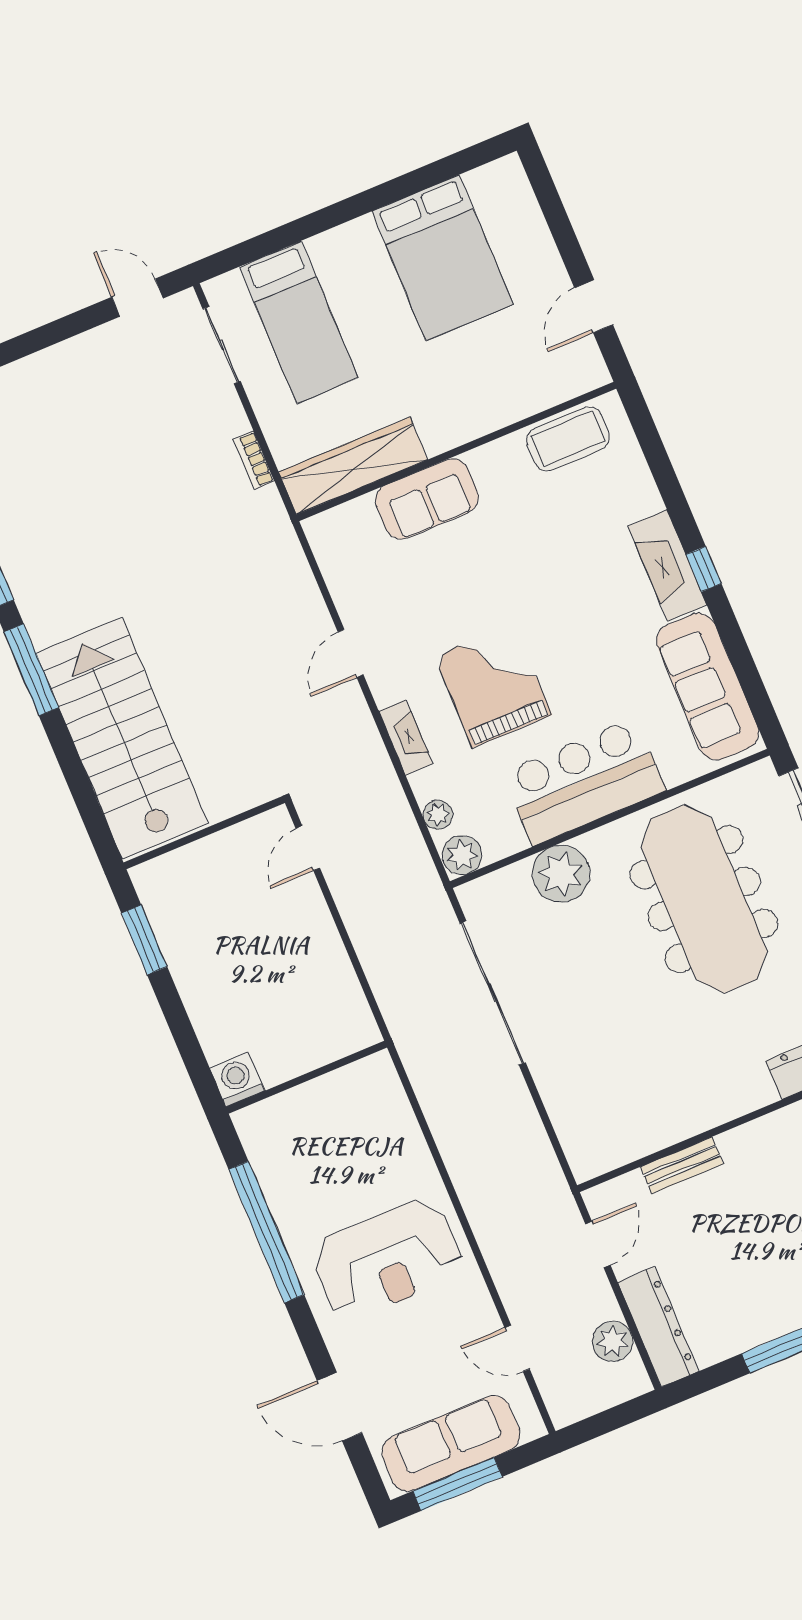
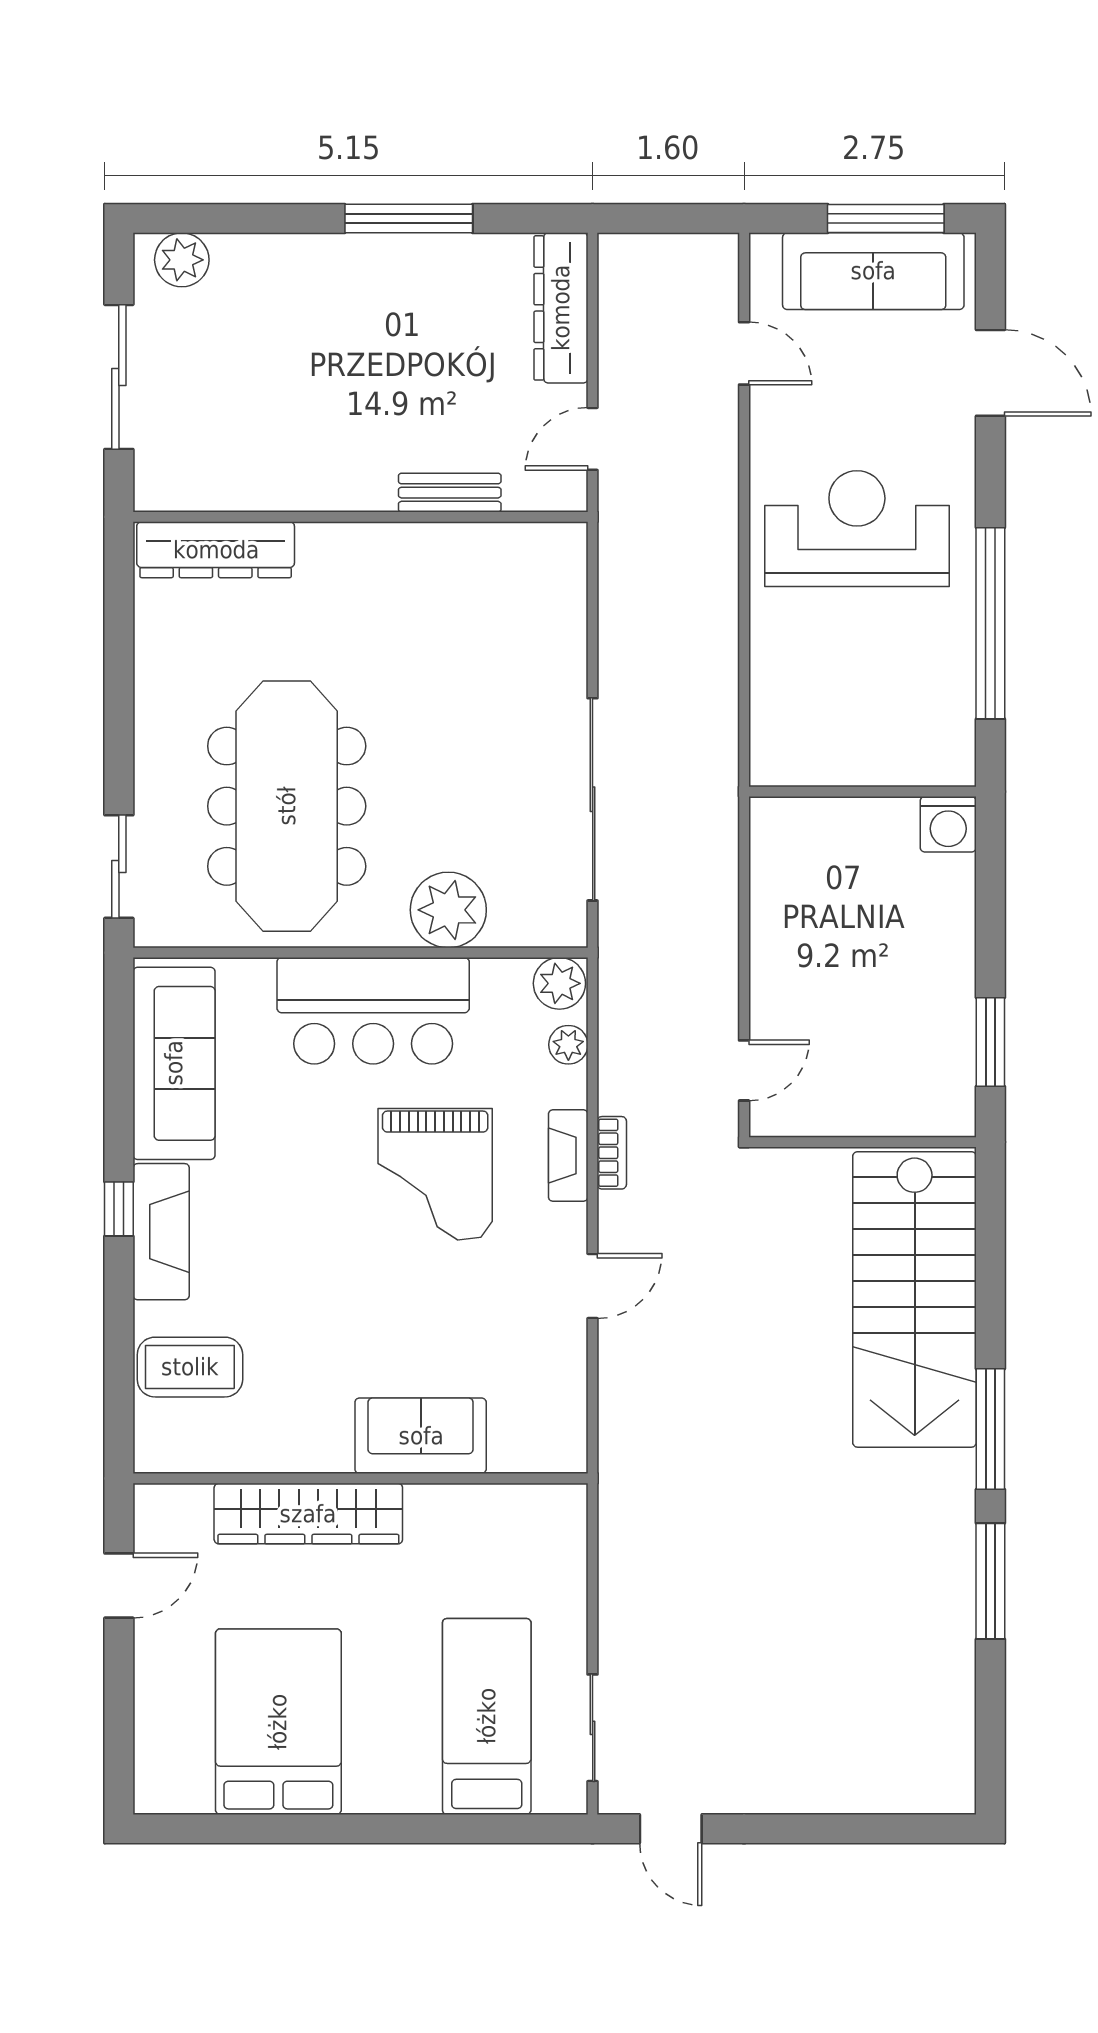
coffee table: (568, 439) -> (190, 1367), moved
bookcase: (254, 460) -> (612, 1153), moved
wardrobe: (353, 466) -> (308, 1514), moved
plant: (613, 1341) -> (624, 313), removed

